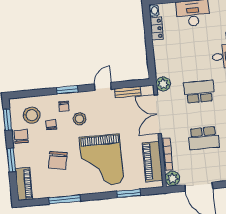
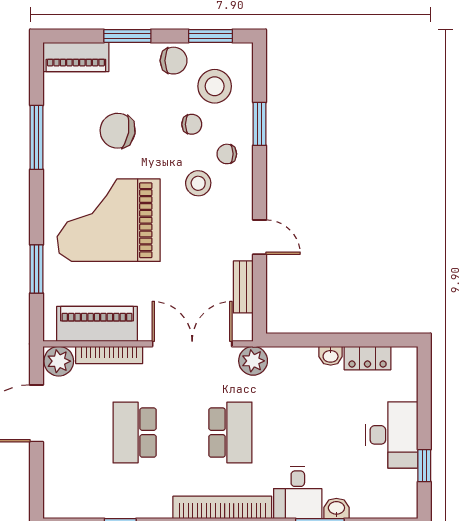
washbasin: (154, 11) -> (331, 356), moved
window: (67, 90) -> (260, 124), moved

